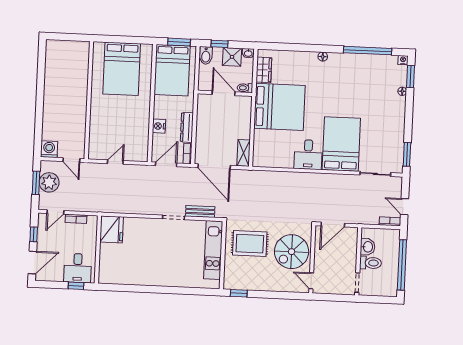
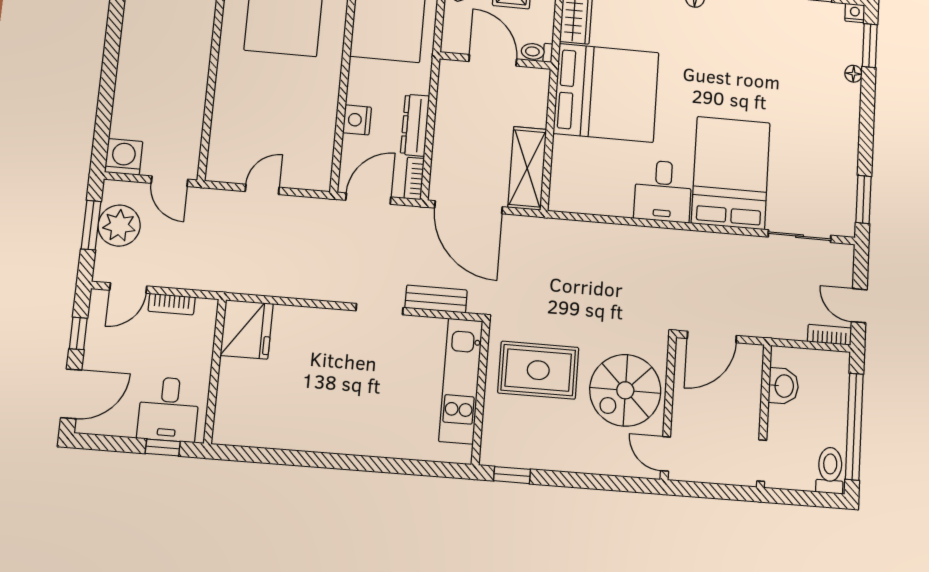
shelving: (244, 153) -> (527, 168), width x1.50, depth x1.33
toilet: (370, 263) -> (830, 470), moved, turned -90

